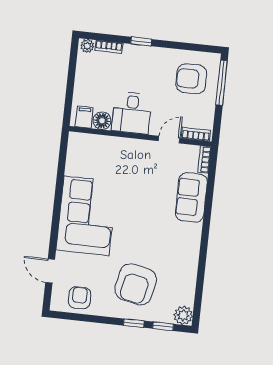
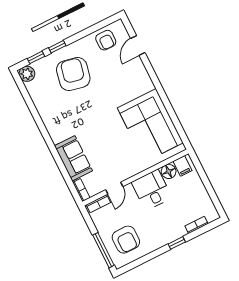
plant: (87, 46) -> (212, 216), removed
armchair: (191, 79) -> (126, 240), turned 90
corner sofa: (86, 216) -> (150, 125), moved
door: (50, 271) -> (138, 46), swing flipped

